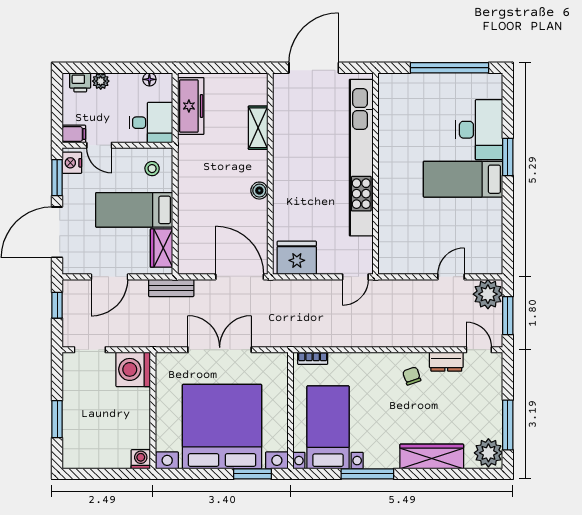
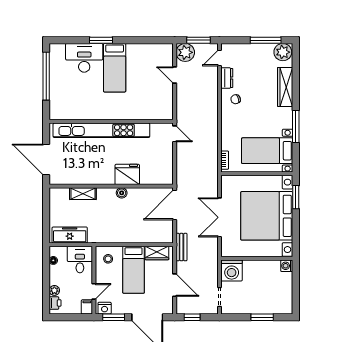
fridge: (297, 258) -> (127, 174), moved, turned 90

